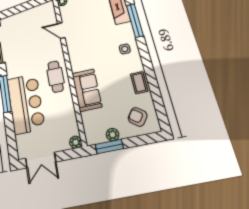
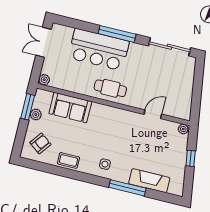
sofa: (87, 90) -> (70, 108), moved

